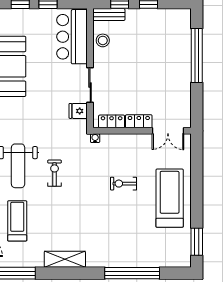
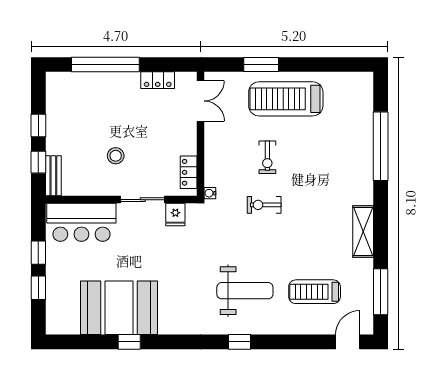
stool: (103, 40) -> (116, 156), moved
locker: (139, 121) -> (158, 80), moved, turned -90
exercise bike: (55, 173) -> (264, 205), moved
window: (197, 242) -> (261, 64), moved

